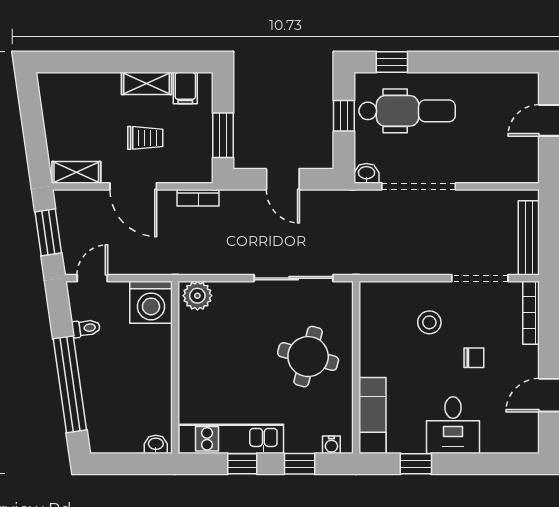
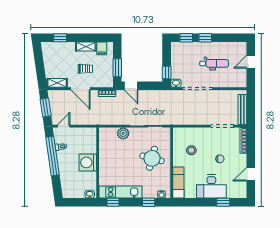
window: (84, 62) -> (60, 38), added
window: (438, 62) -> (205, 38), added
dental chair: (407, 111) -> (214, 63), moved, width x0.73, depth x0.72
window: (344, 116) -> (167, 72), moved
door: (283, 179) -> (131, 86), moved
plant: (197, 296) -> (123, 133), moved
washing machine: (151, 302) -> (88, 162), moved, turned 90
stool: (429, 322) -> (191, 150), moved
window: (70, 384) -> (53, 156), moved
desk: (453, 425) -> (211, 186), width x1.37
window: (242, 464) -> (113, 202), moved
window: (416, 464) -> (223, 202), moved

